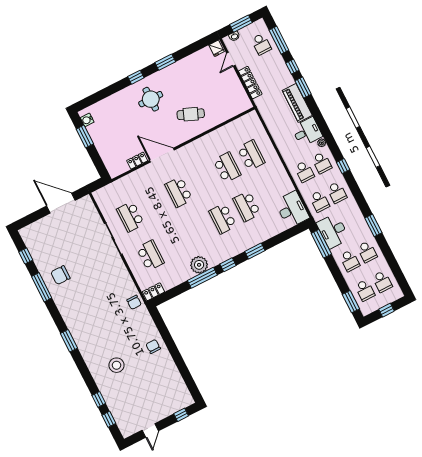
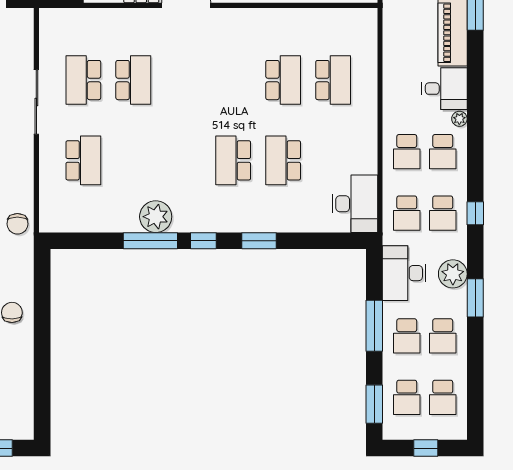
window: (343, 166) -> (475, 213), moved
school desk: (179, 192) -> (133, 80), moved, turned 180
plant: (357, 219) -> (453, 274), added
window: (321, 244) -> (374, 326), moved
locker: (153, 292) -> (58, 223), removed

